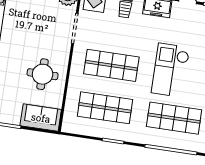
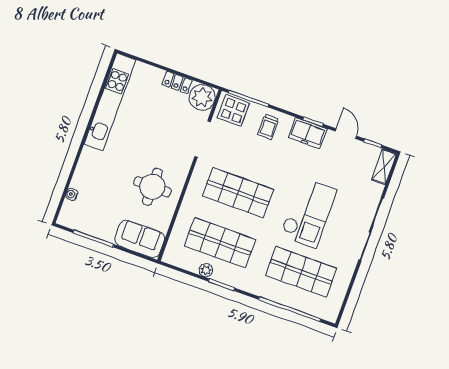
checkout: (170, 70) -> (308, 213), turned 180
plant: (98, 132) -> (206, 270), added

